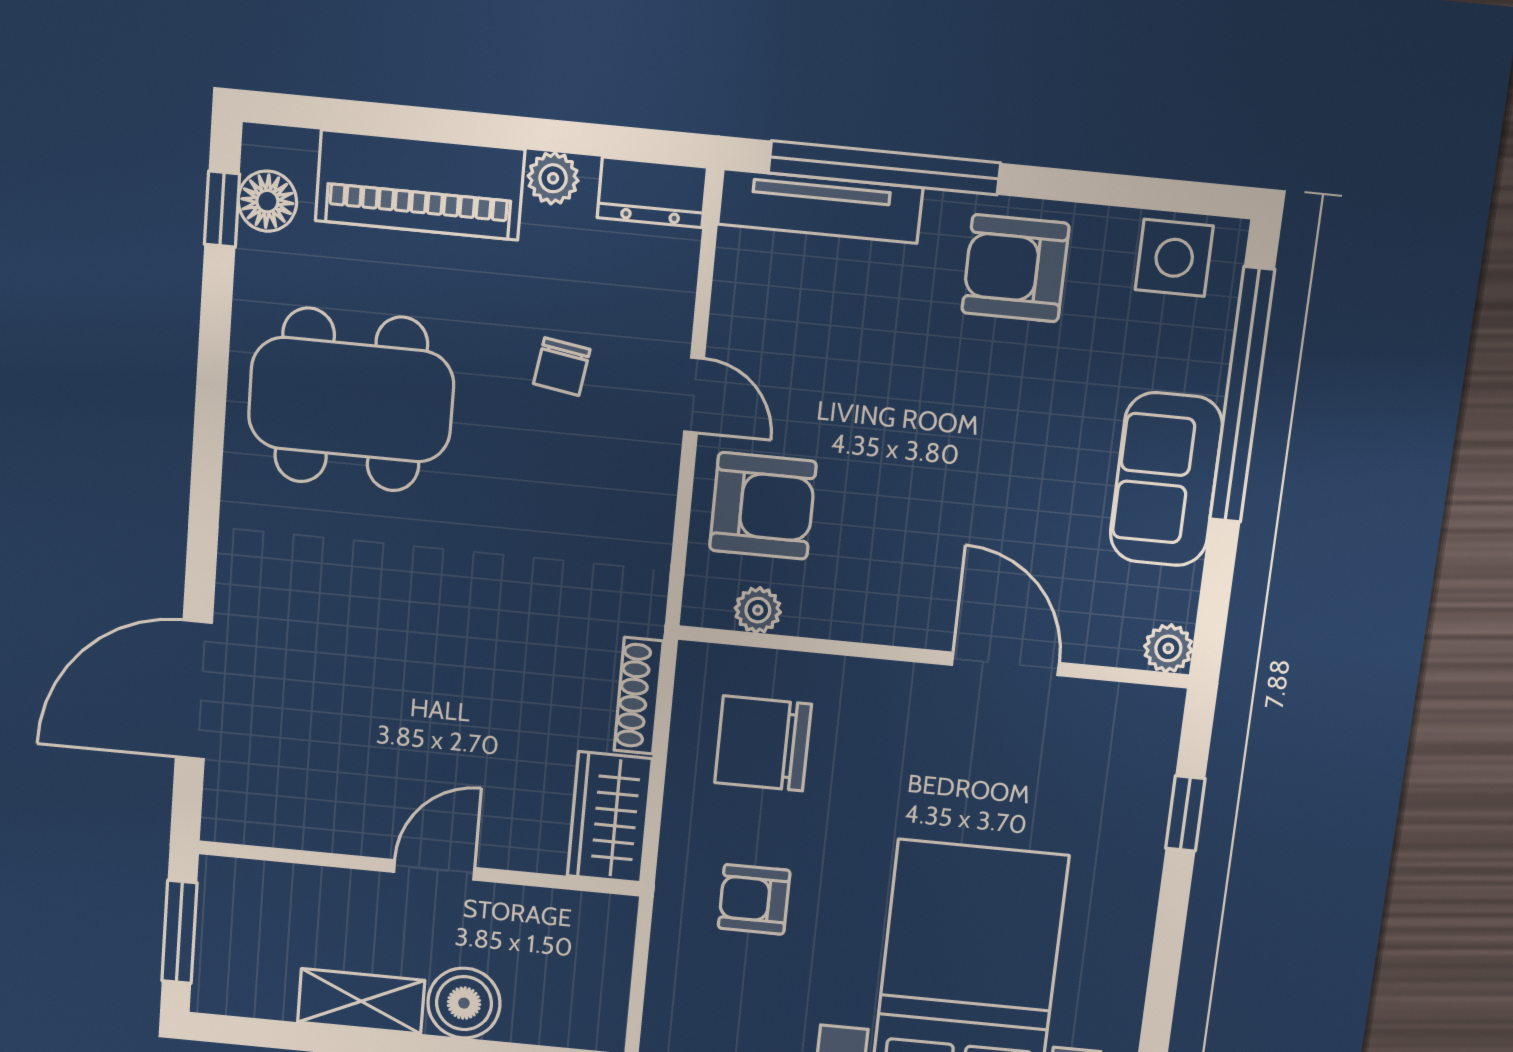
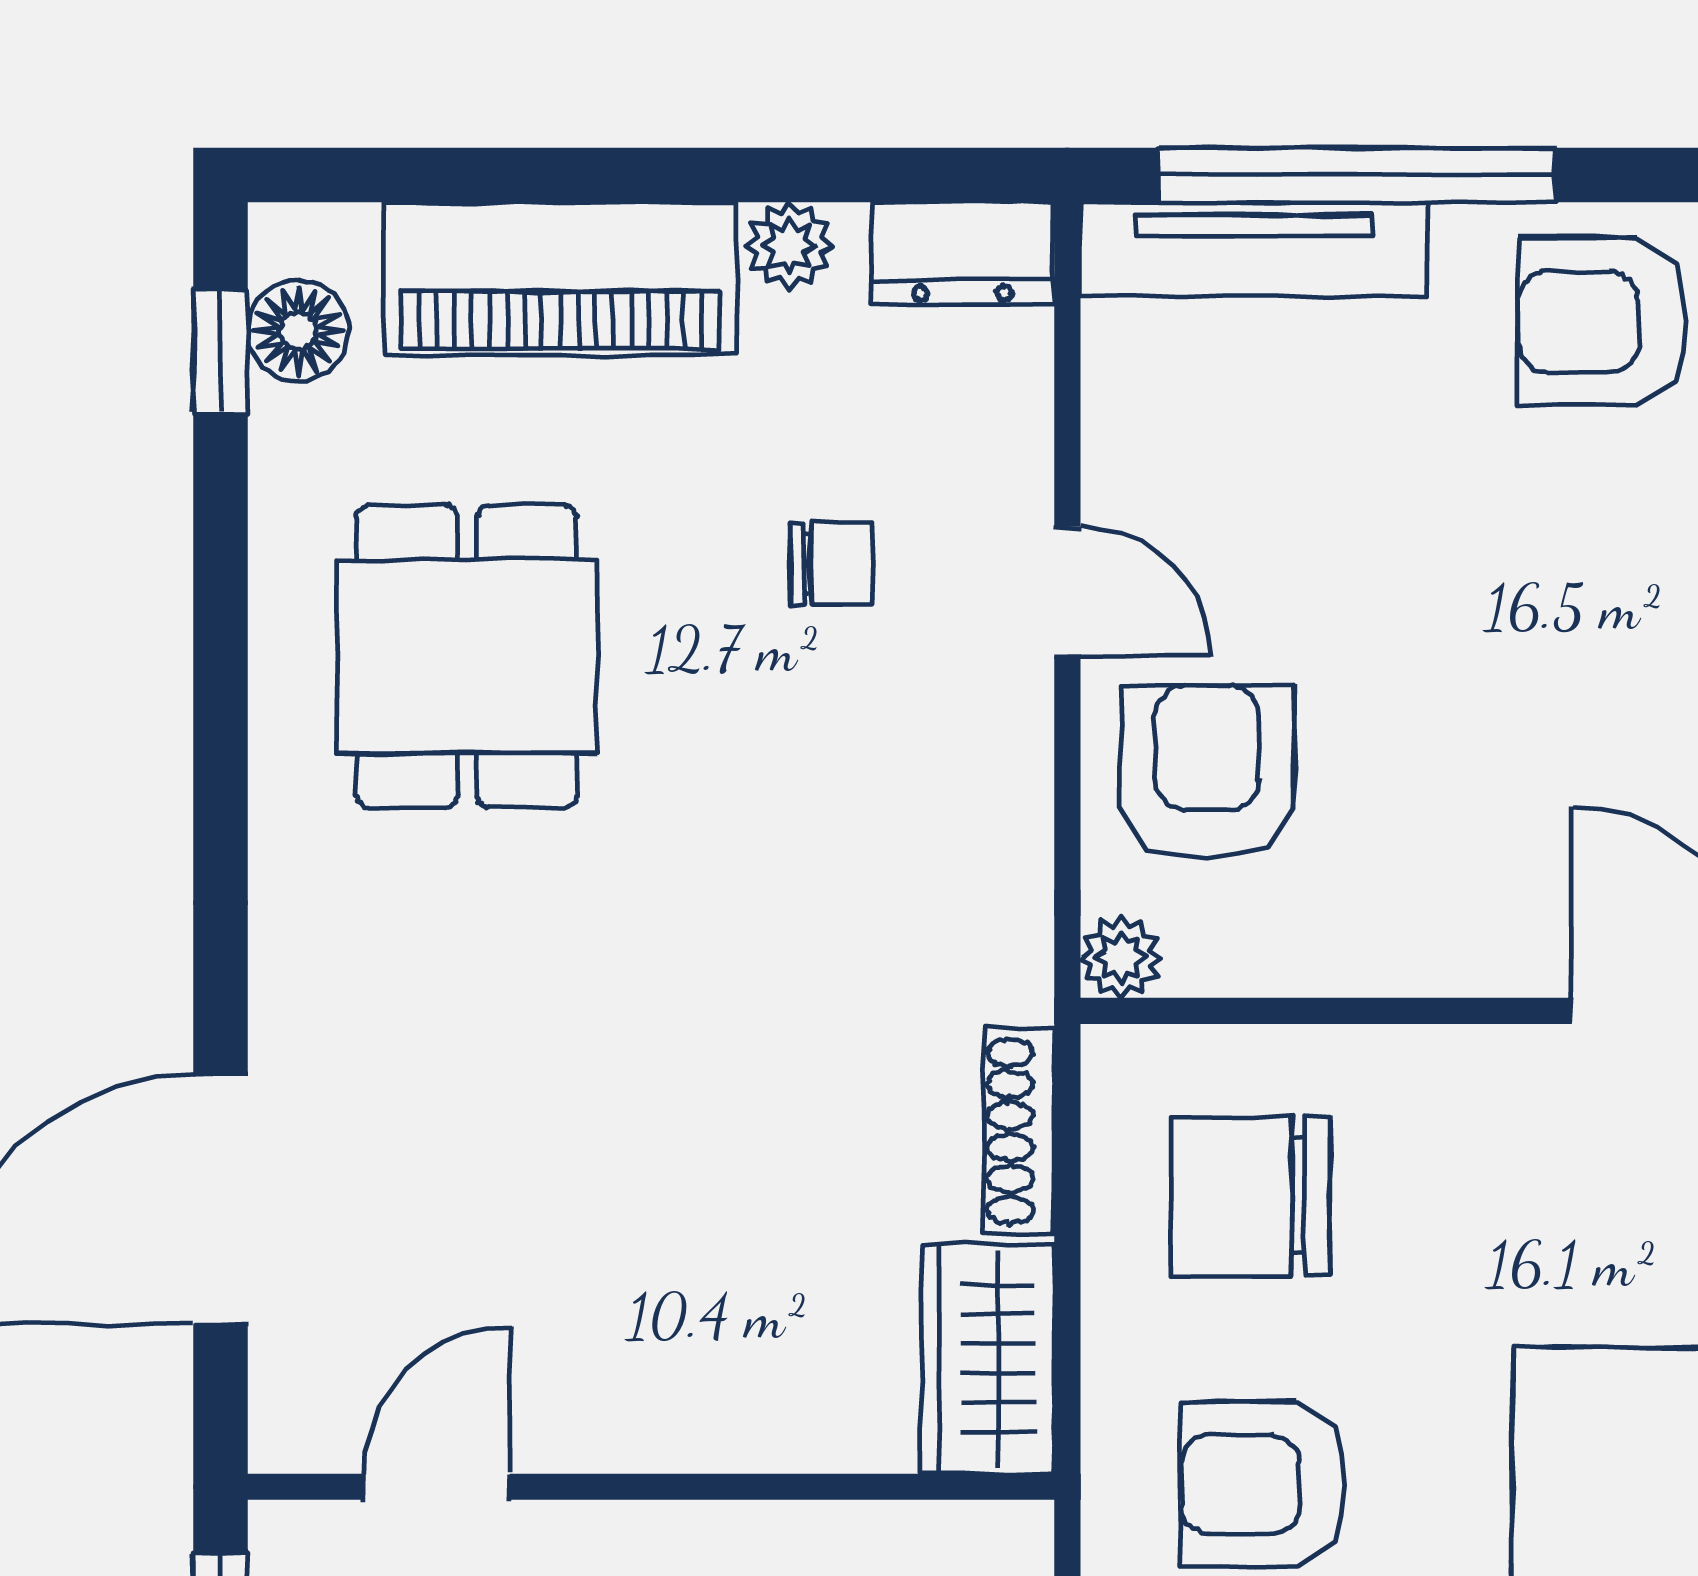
chair: (562, 367) -> (832, 564), turned -99
dining table: (351, 400) -> (467, 656), width x0.73
armchair: (763, 506) -> (1207, 772), turned -90
plant: (758, 610) -> (1121, 957), moved
door: (434, 870) -> (437, 1487), moved
armchair: (754, 899) -> (1263, 1484), width x1.38, depth x1.38

